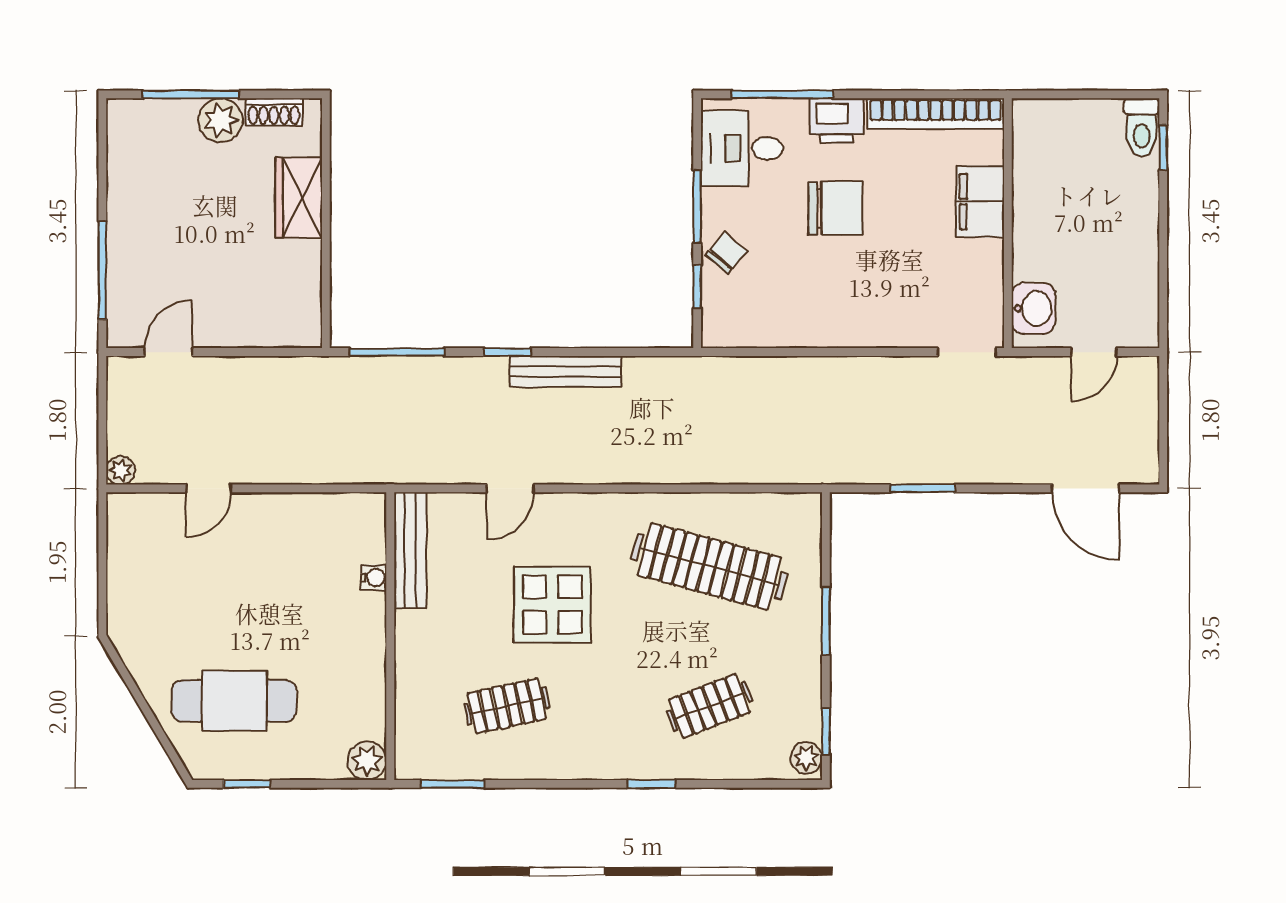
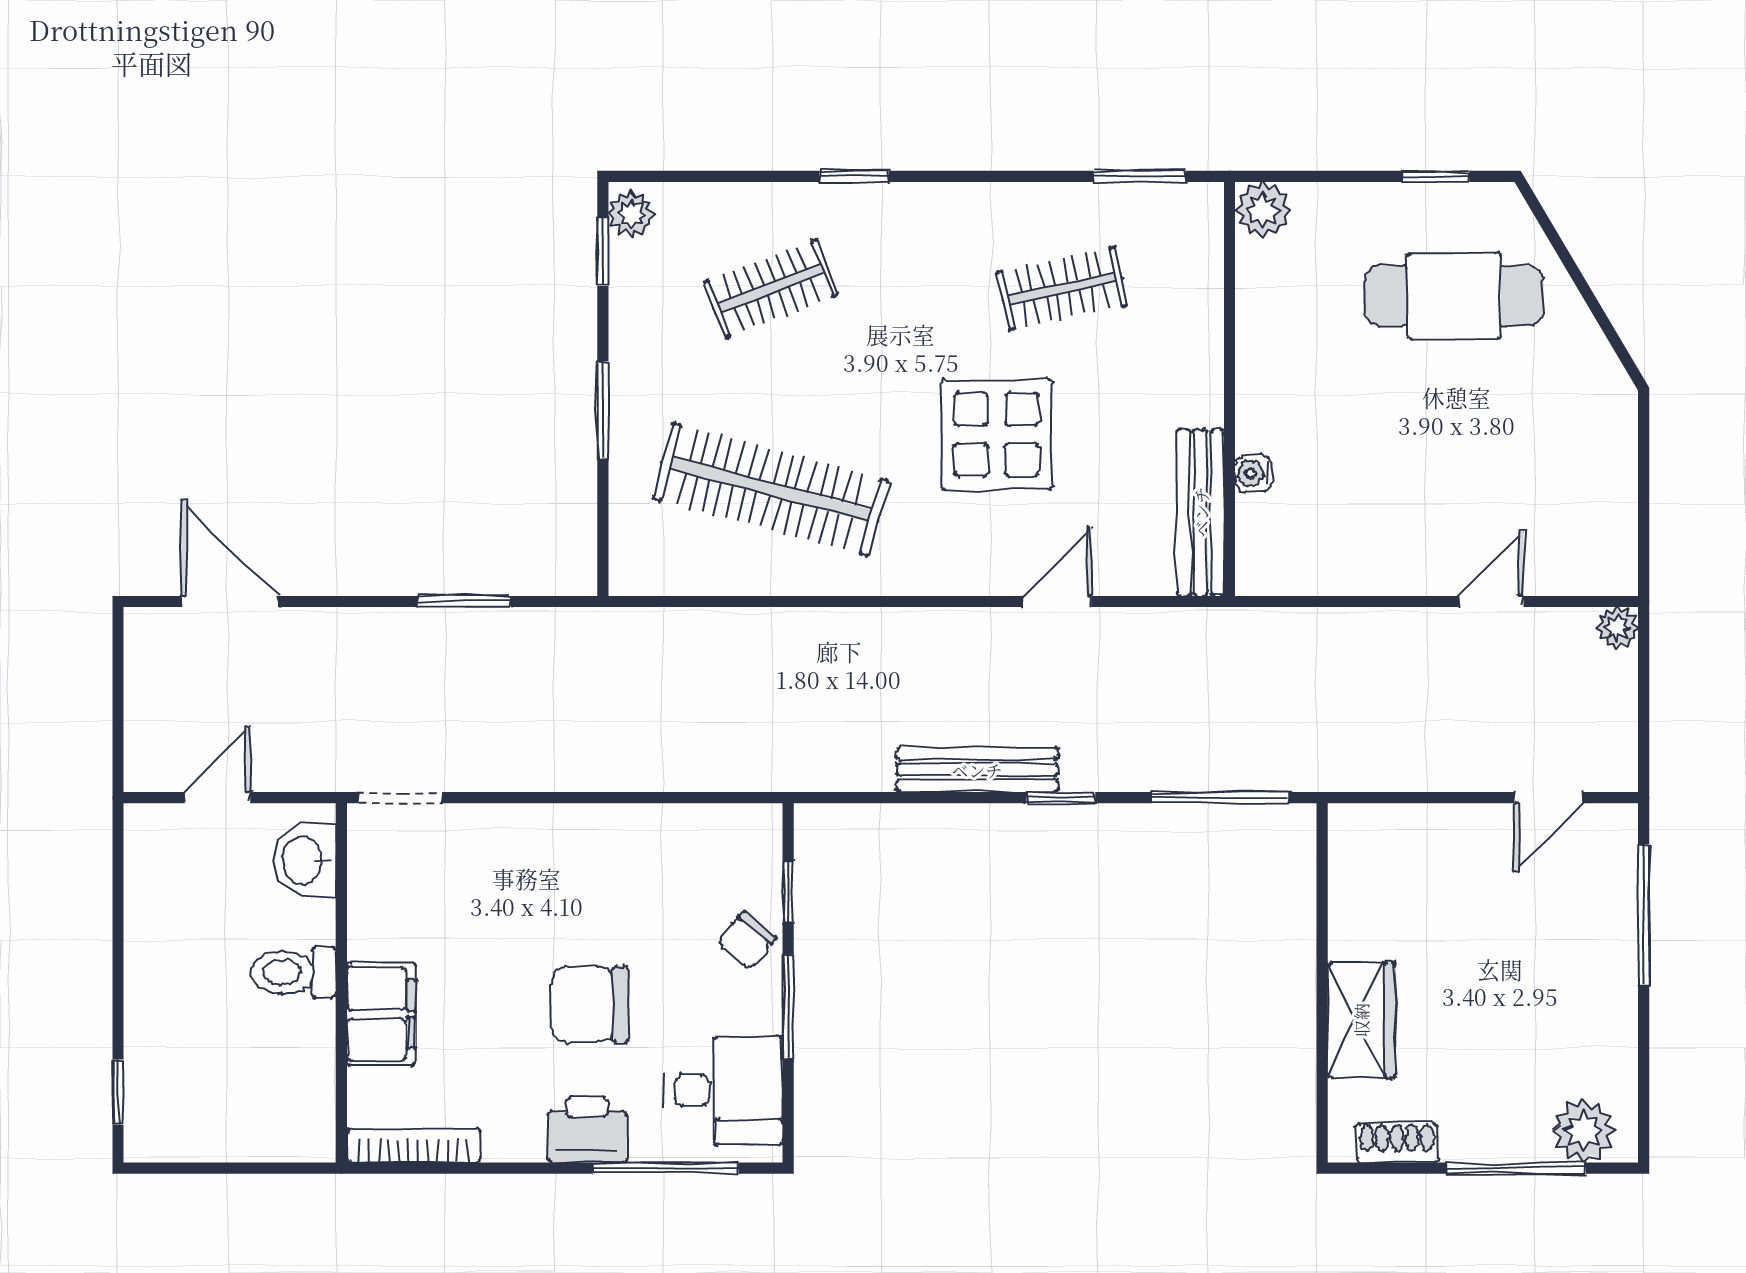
bookcase: (936, 114) -> (413, 1146), width x0.68, depth x0.76
plant: (220, 120) -> (1583, 1131), moved
toilet: (1142, 128) -> (294, 972), moved, turned -90

